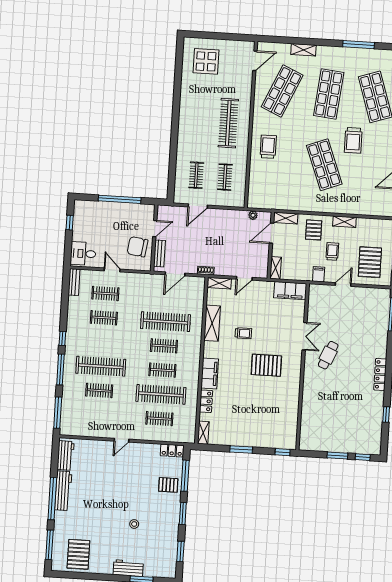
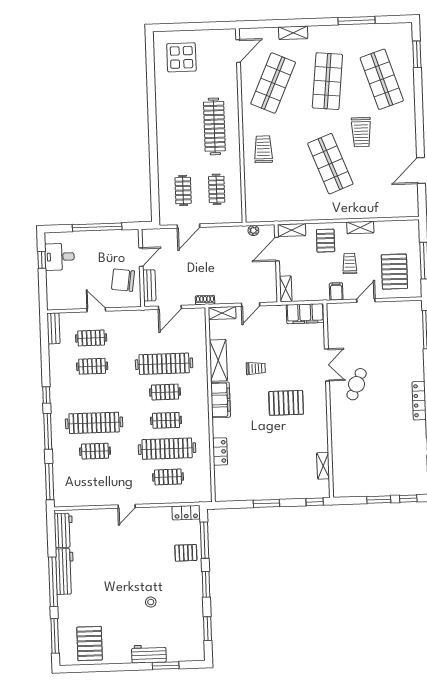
desk: (83, 254) -> (60, 257), moved
filing cabinet: (210, 373) -> (221, 400), moved
shelving: (203, 433) -> (323, 466), moved

